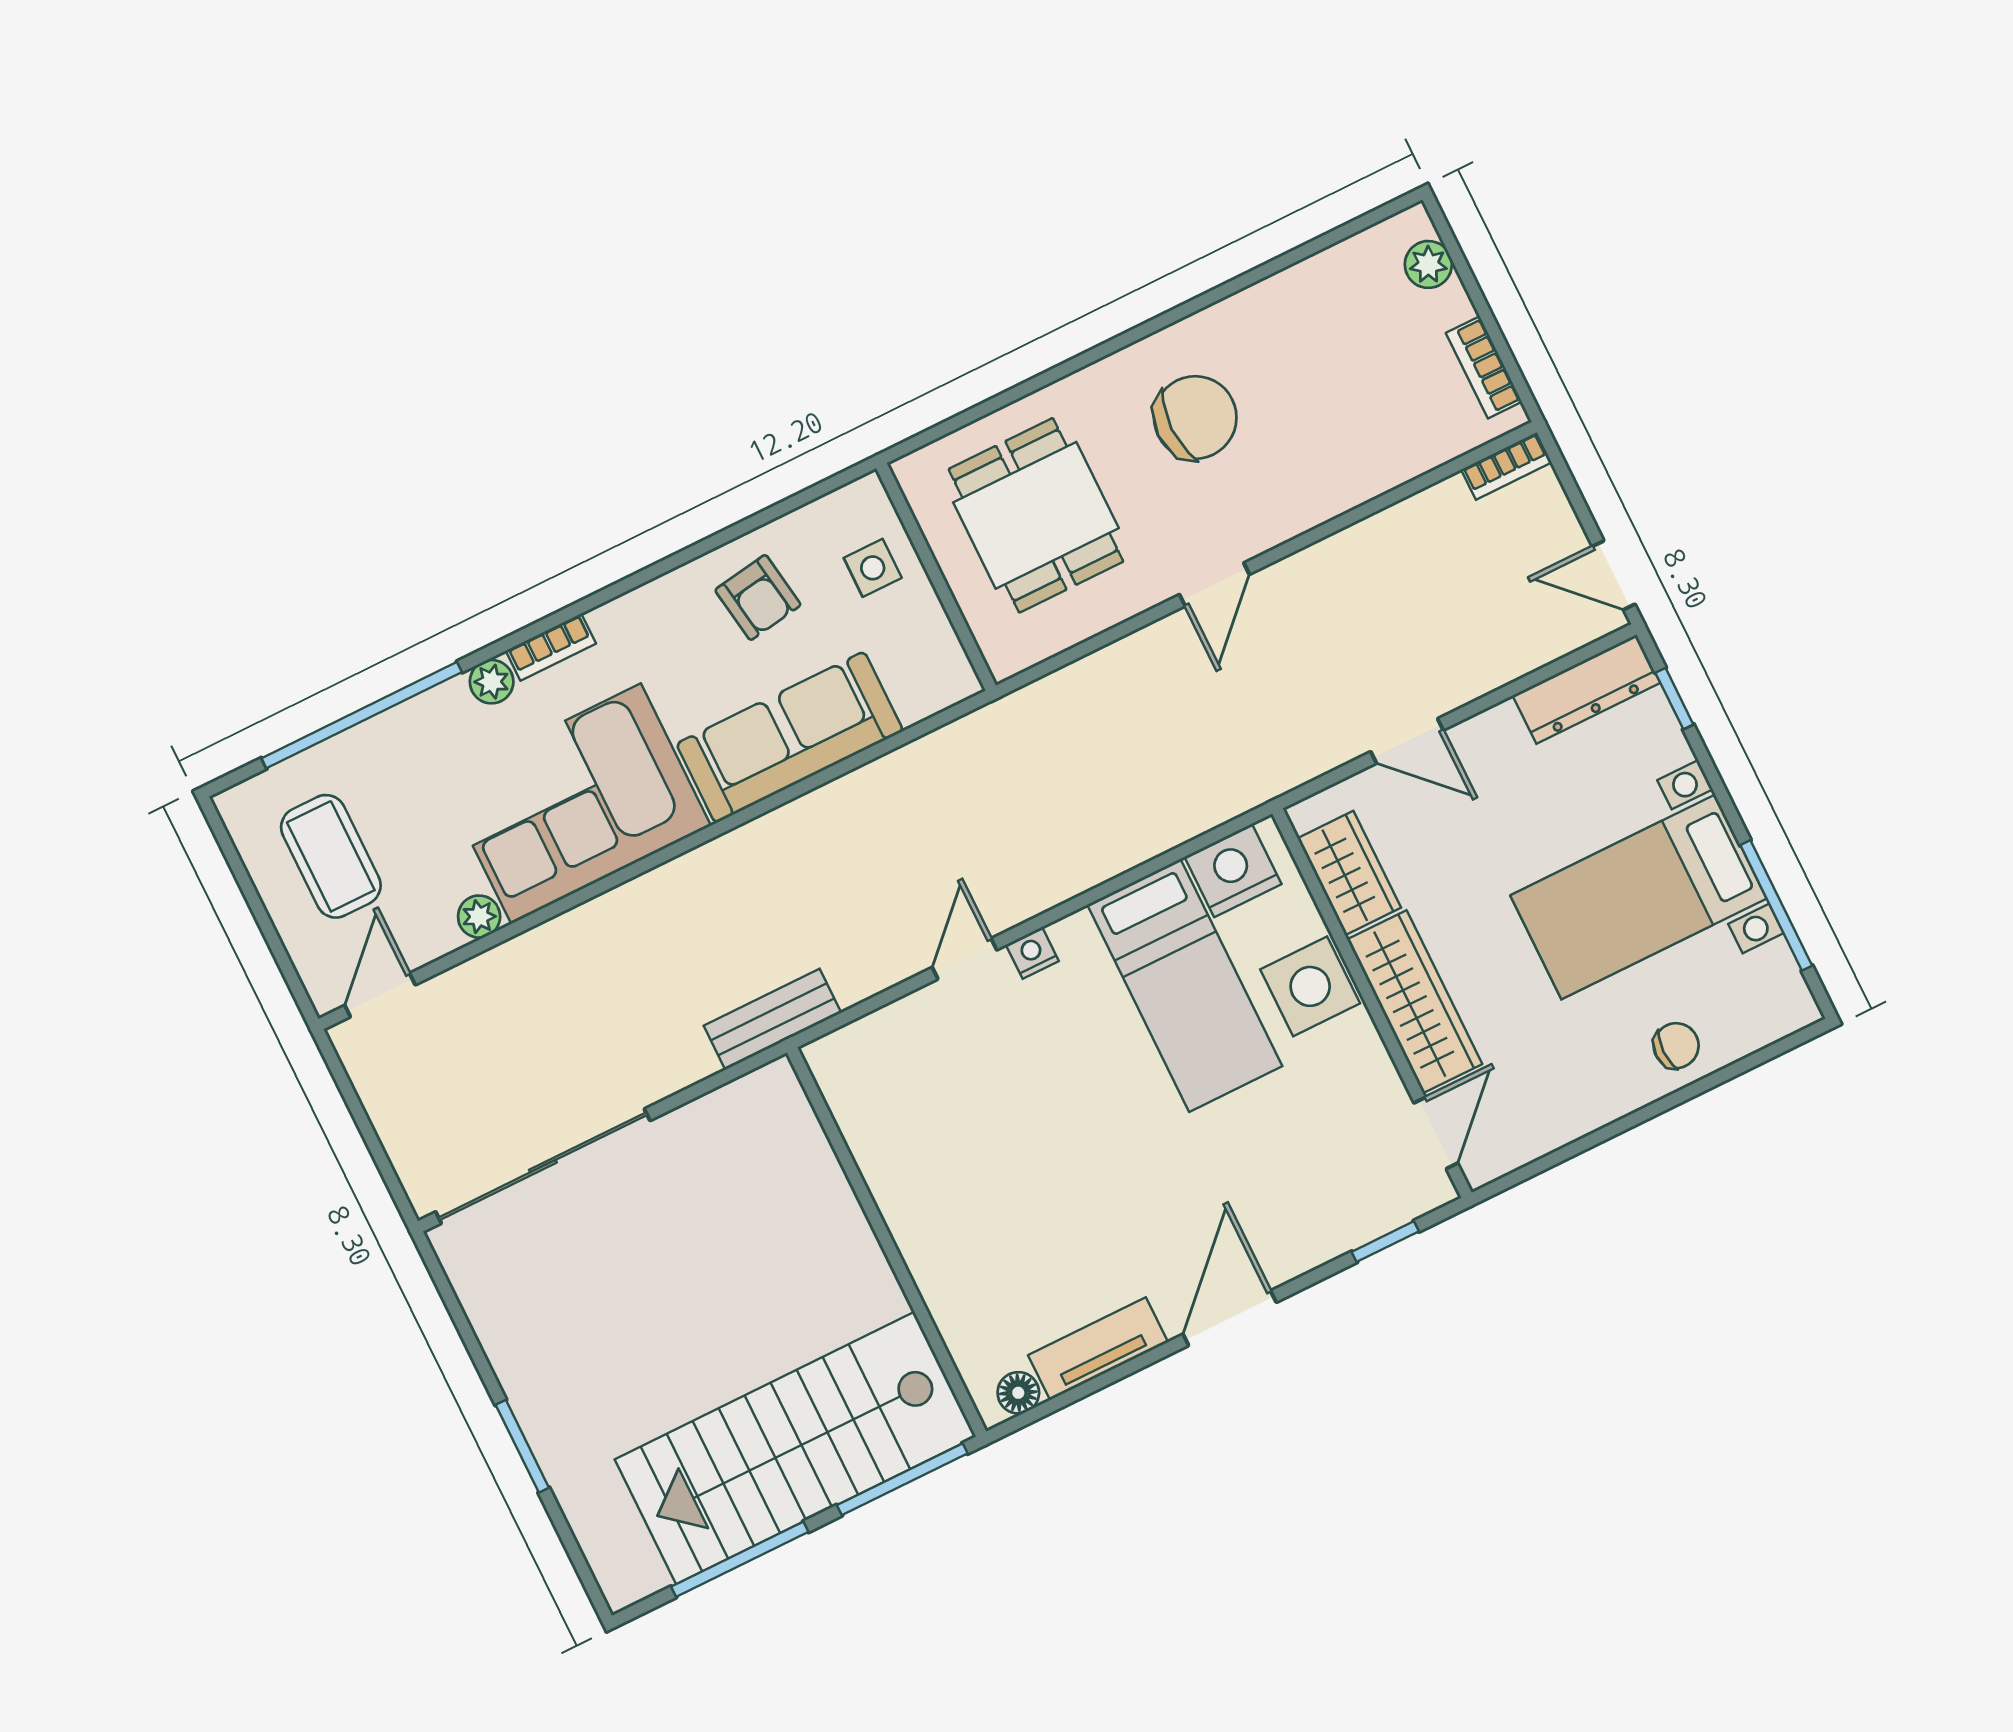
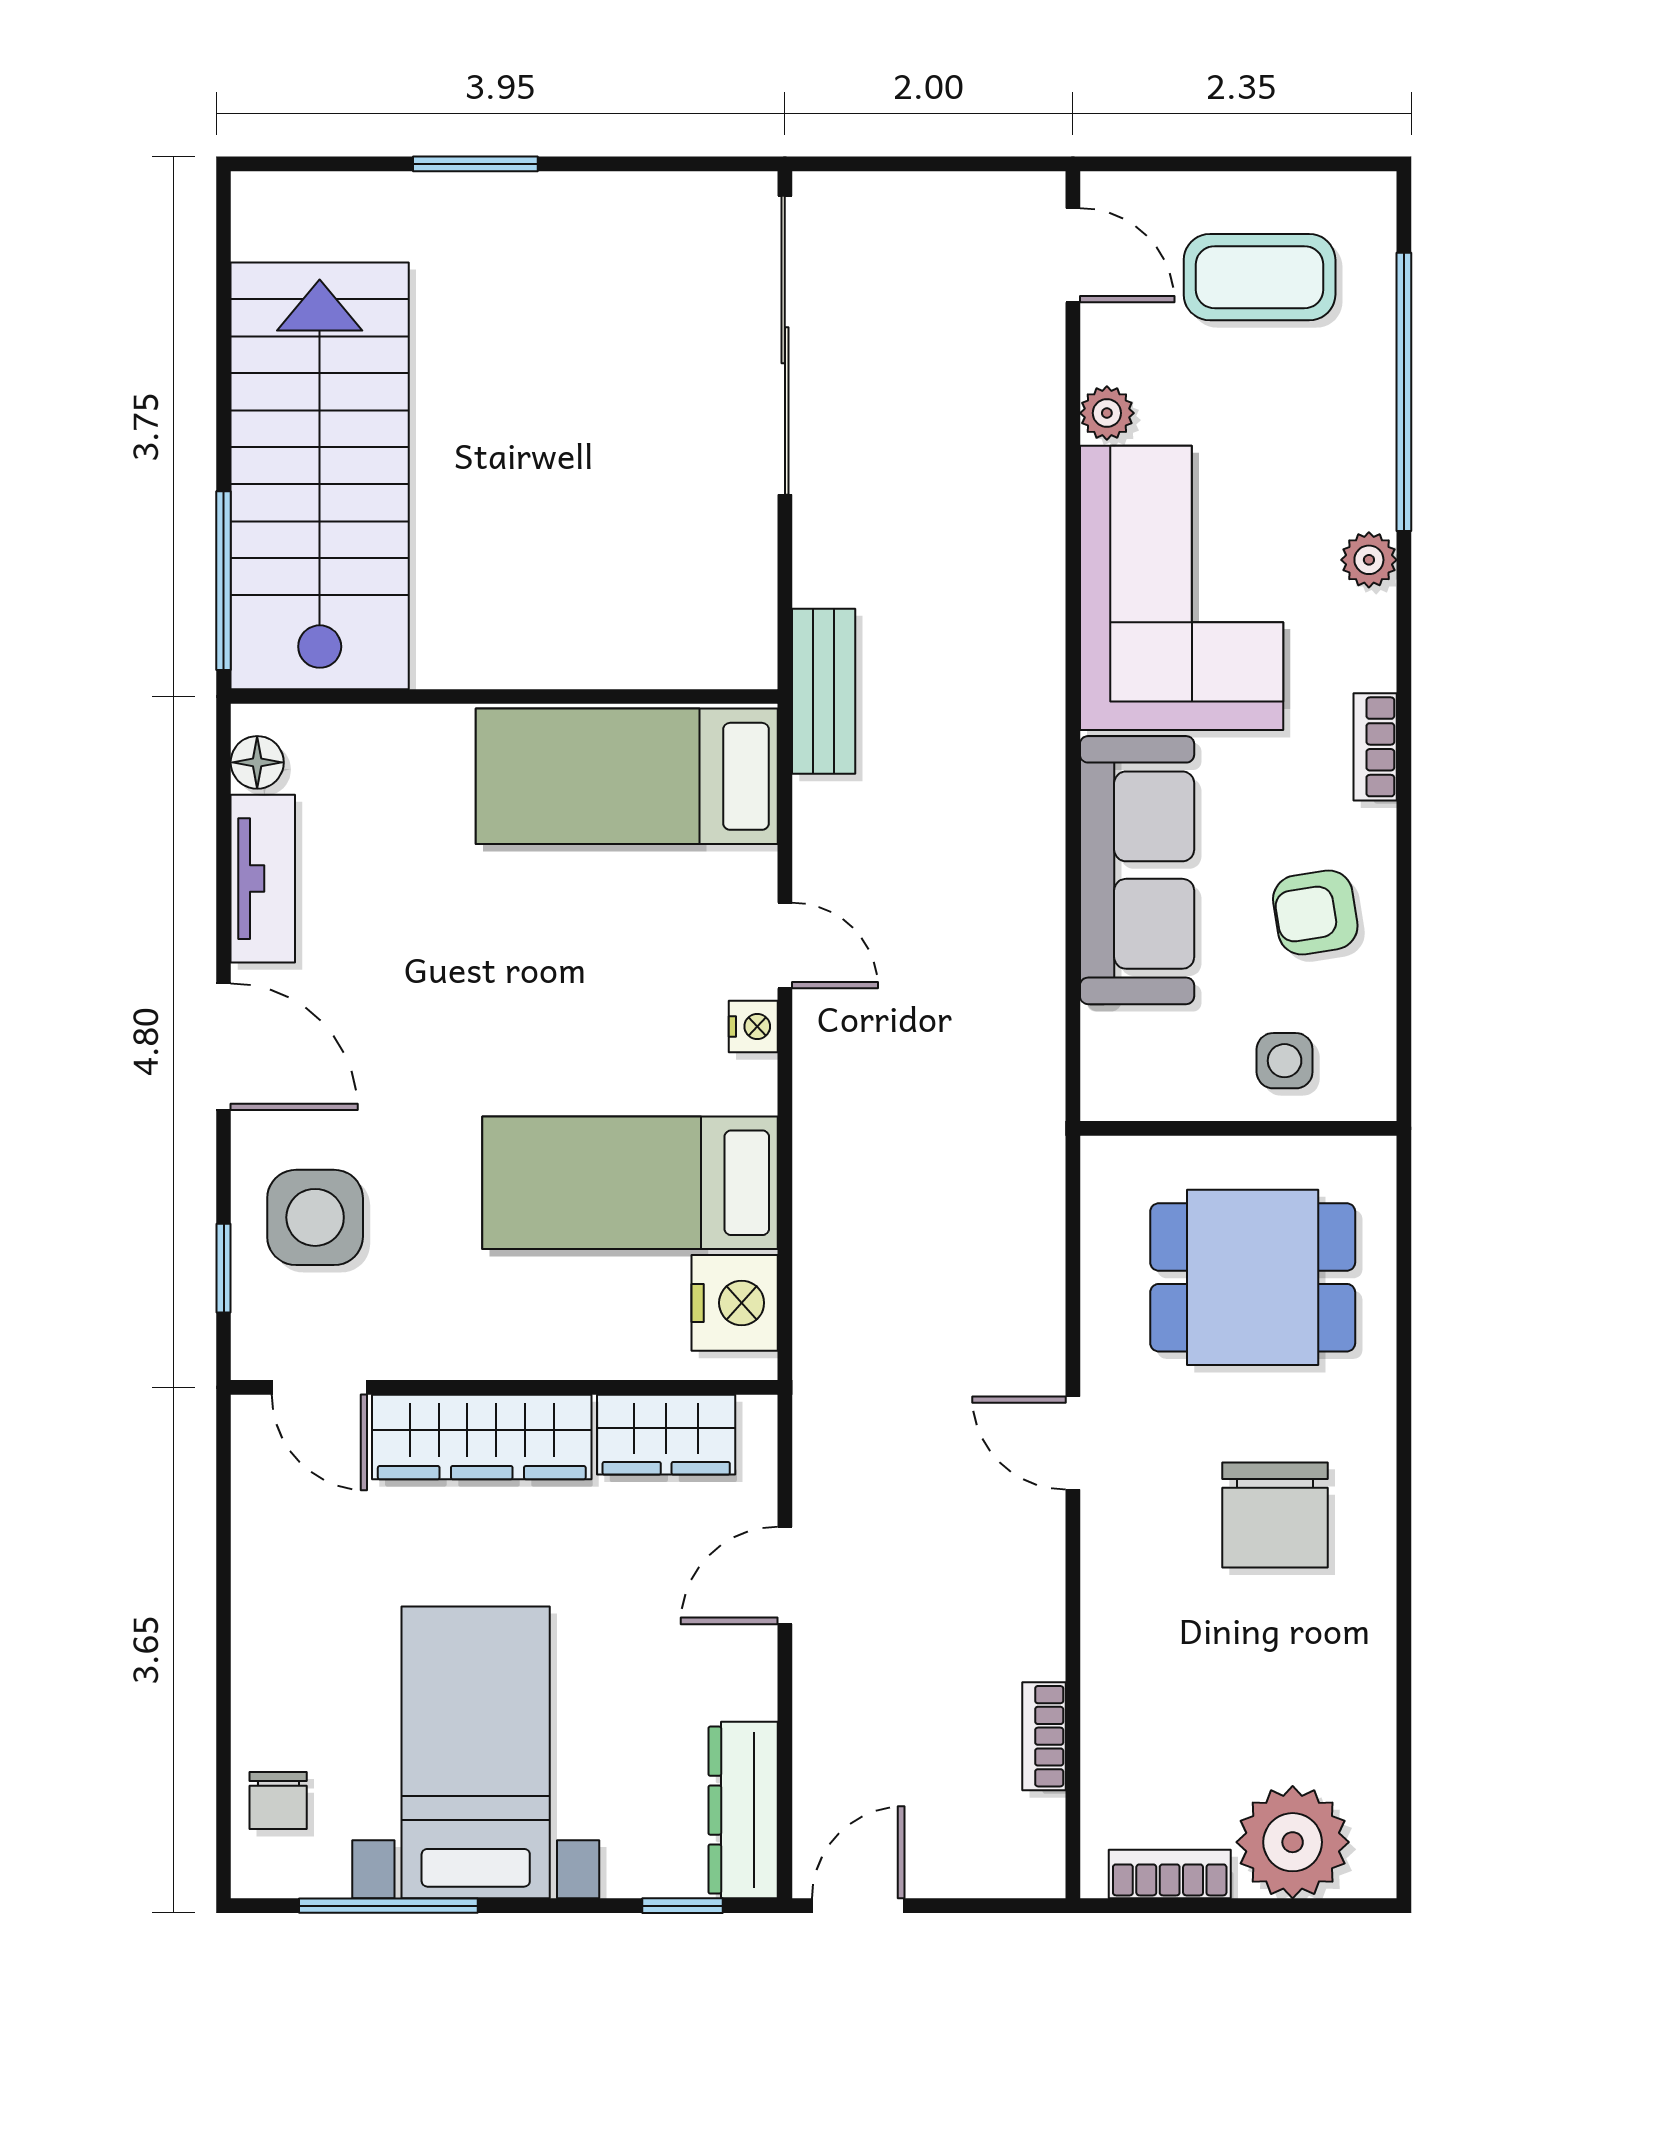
plant: (1428, 264) -> (1293, 1842), width x1.88, depth x1.88
bookcase: (1506, 466) -> (1044, 1736), moved
bookcase: (551, 647) -> (1375, 747), moved
side table: (1310, 986) -> (315, 1217), moved
chair: (1676, 1046) -> (278, 1801), moved
bed: (900, 1128) -> (627, 776), added
window: (740, 1559) -> (224, 349), removed

